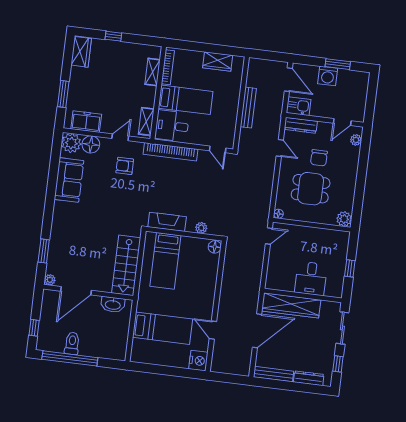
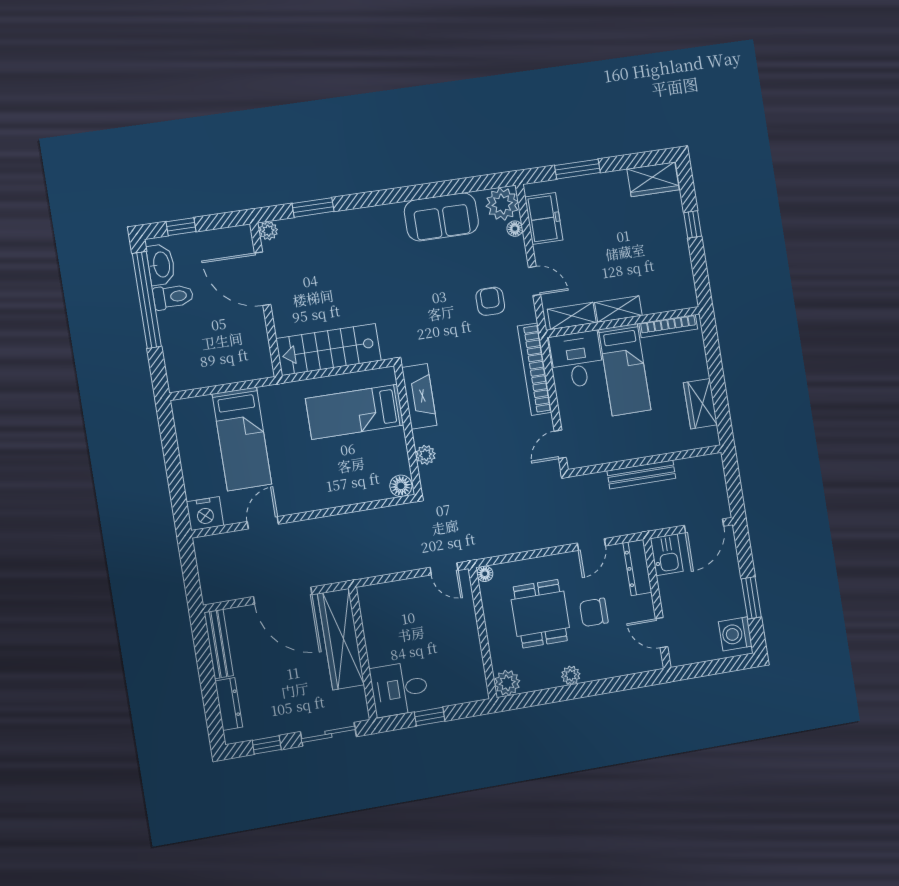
shelving: (153, 72) -> (618, 309), moved
washing machine: (328, 76) -> (735, 634), moved
plant: (356, 140) -> (571, 675), moved
floor lamp: (91, 144) -> (515, 229), width x0.53, depth x0.53
desk: (311, 278) -> (400, 689), moved
washbasin: (113, 305) -> (161, 265), moved, turned 180

